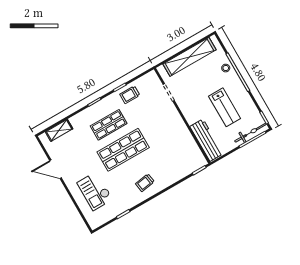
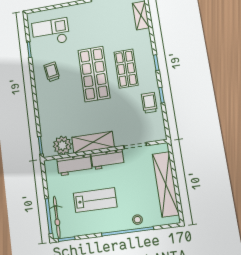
lab bench: (225, 107) -> (95, 200), turned 180
workbench: (189, 110) -> (108, 159), added
shelving: (179, 128) -> (93, 142), added
workbench: (207, 140) -> (74, 165), width x0.73
plant: (192, 152) -> (62, 145), added
trolley: (145, 183) -> (52, 72), moved
checkout: (95, 191) -> (51, 32), moved

